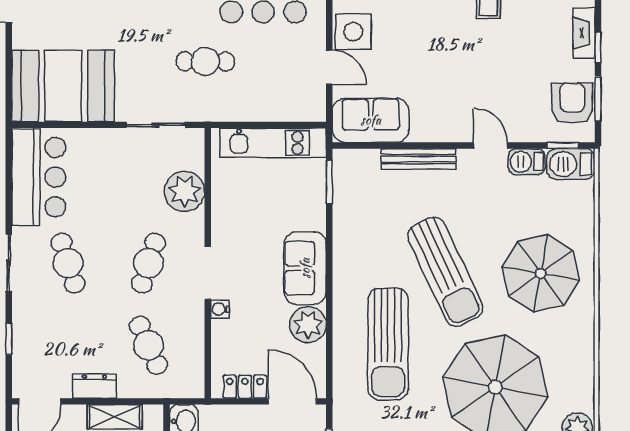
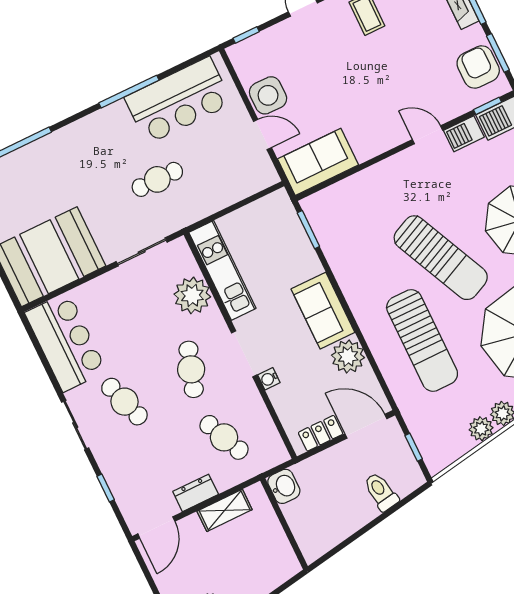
kitchen unit: (273, 143) -> (222, 270), moved, turned -90
bench: (419, 159) -> (373, 175), removed

